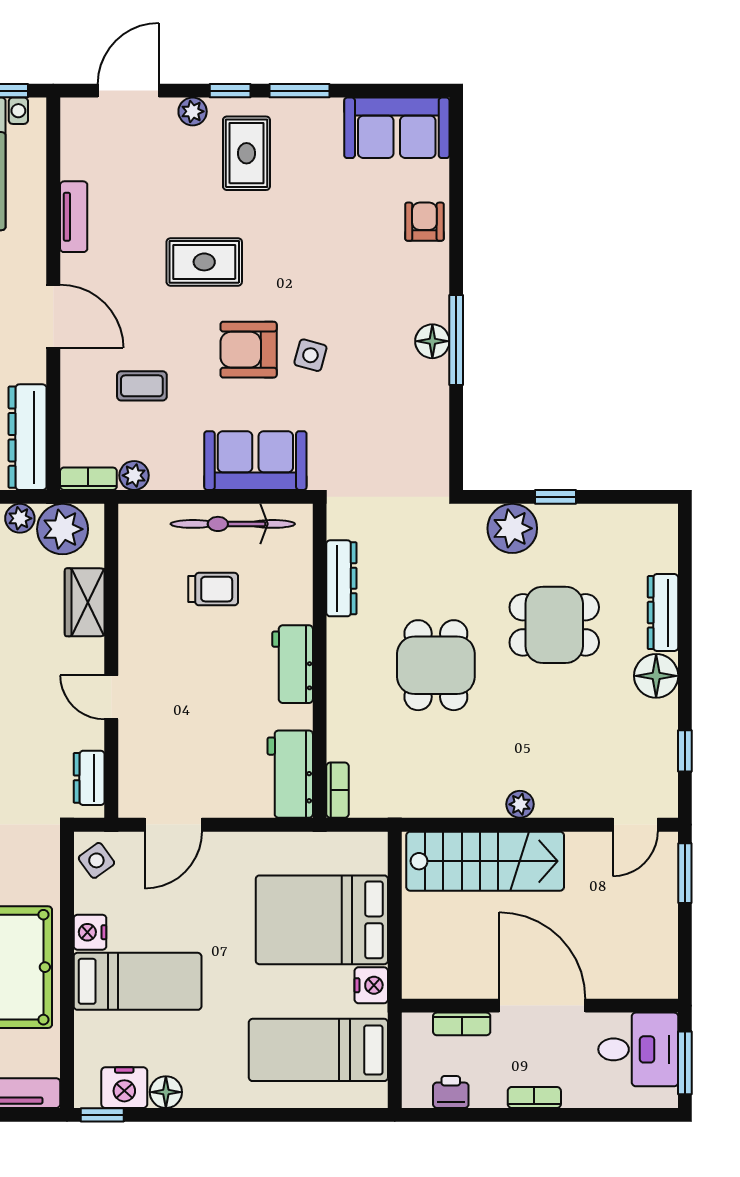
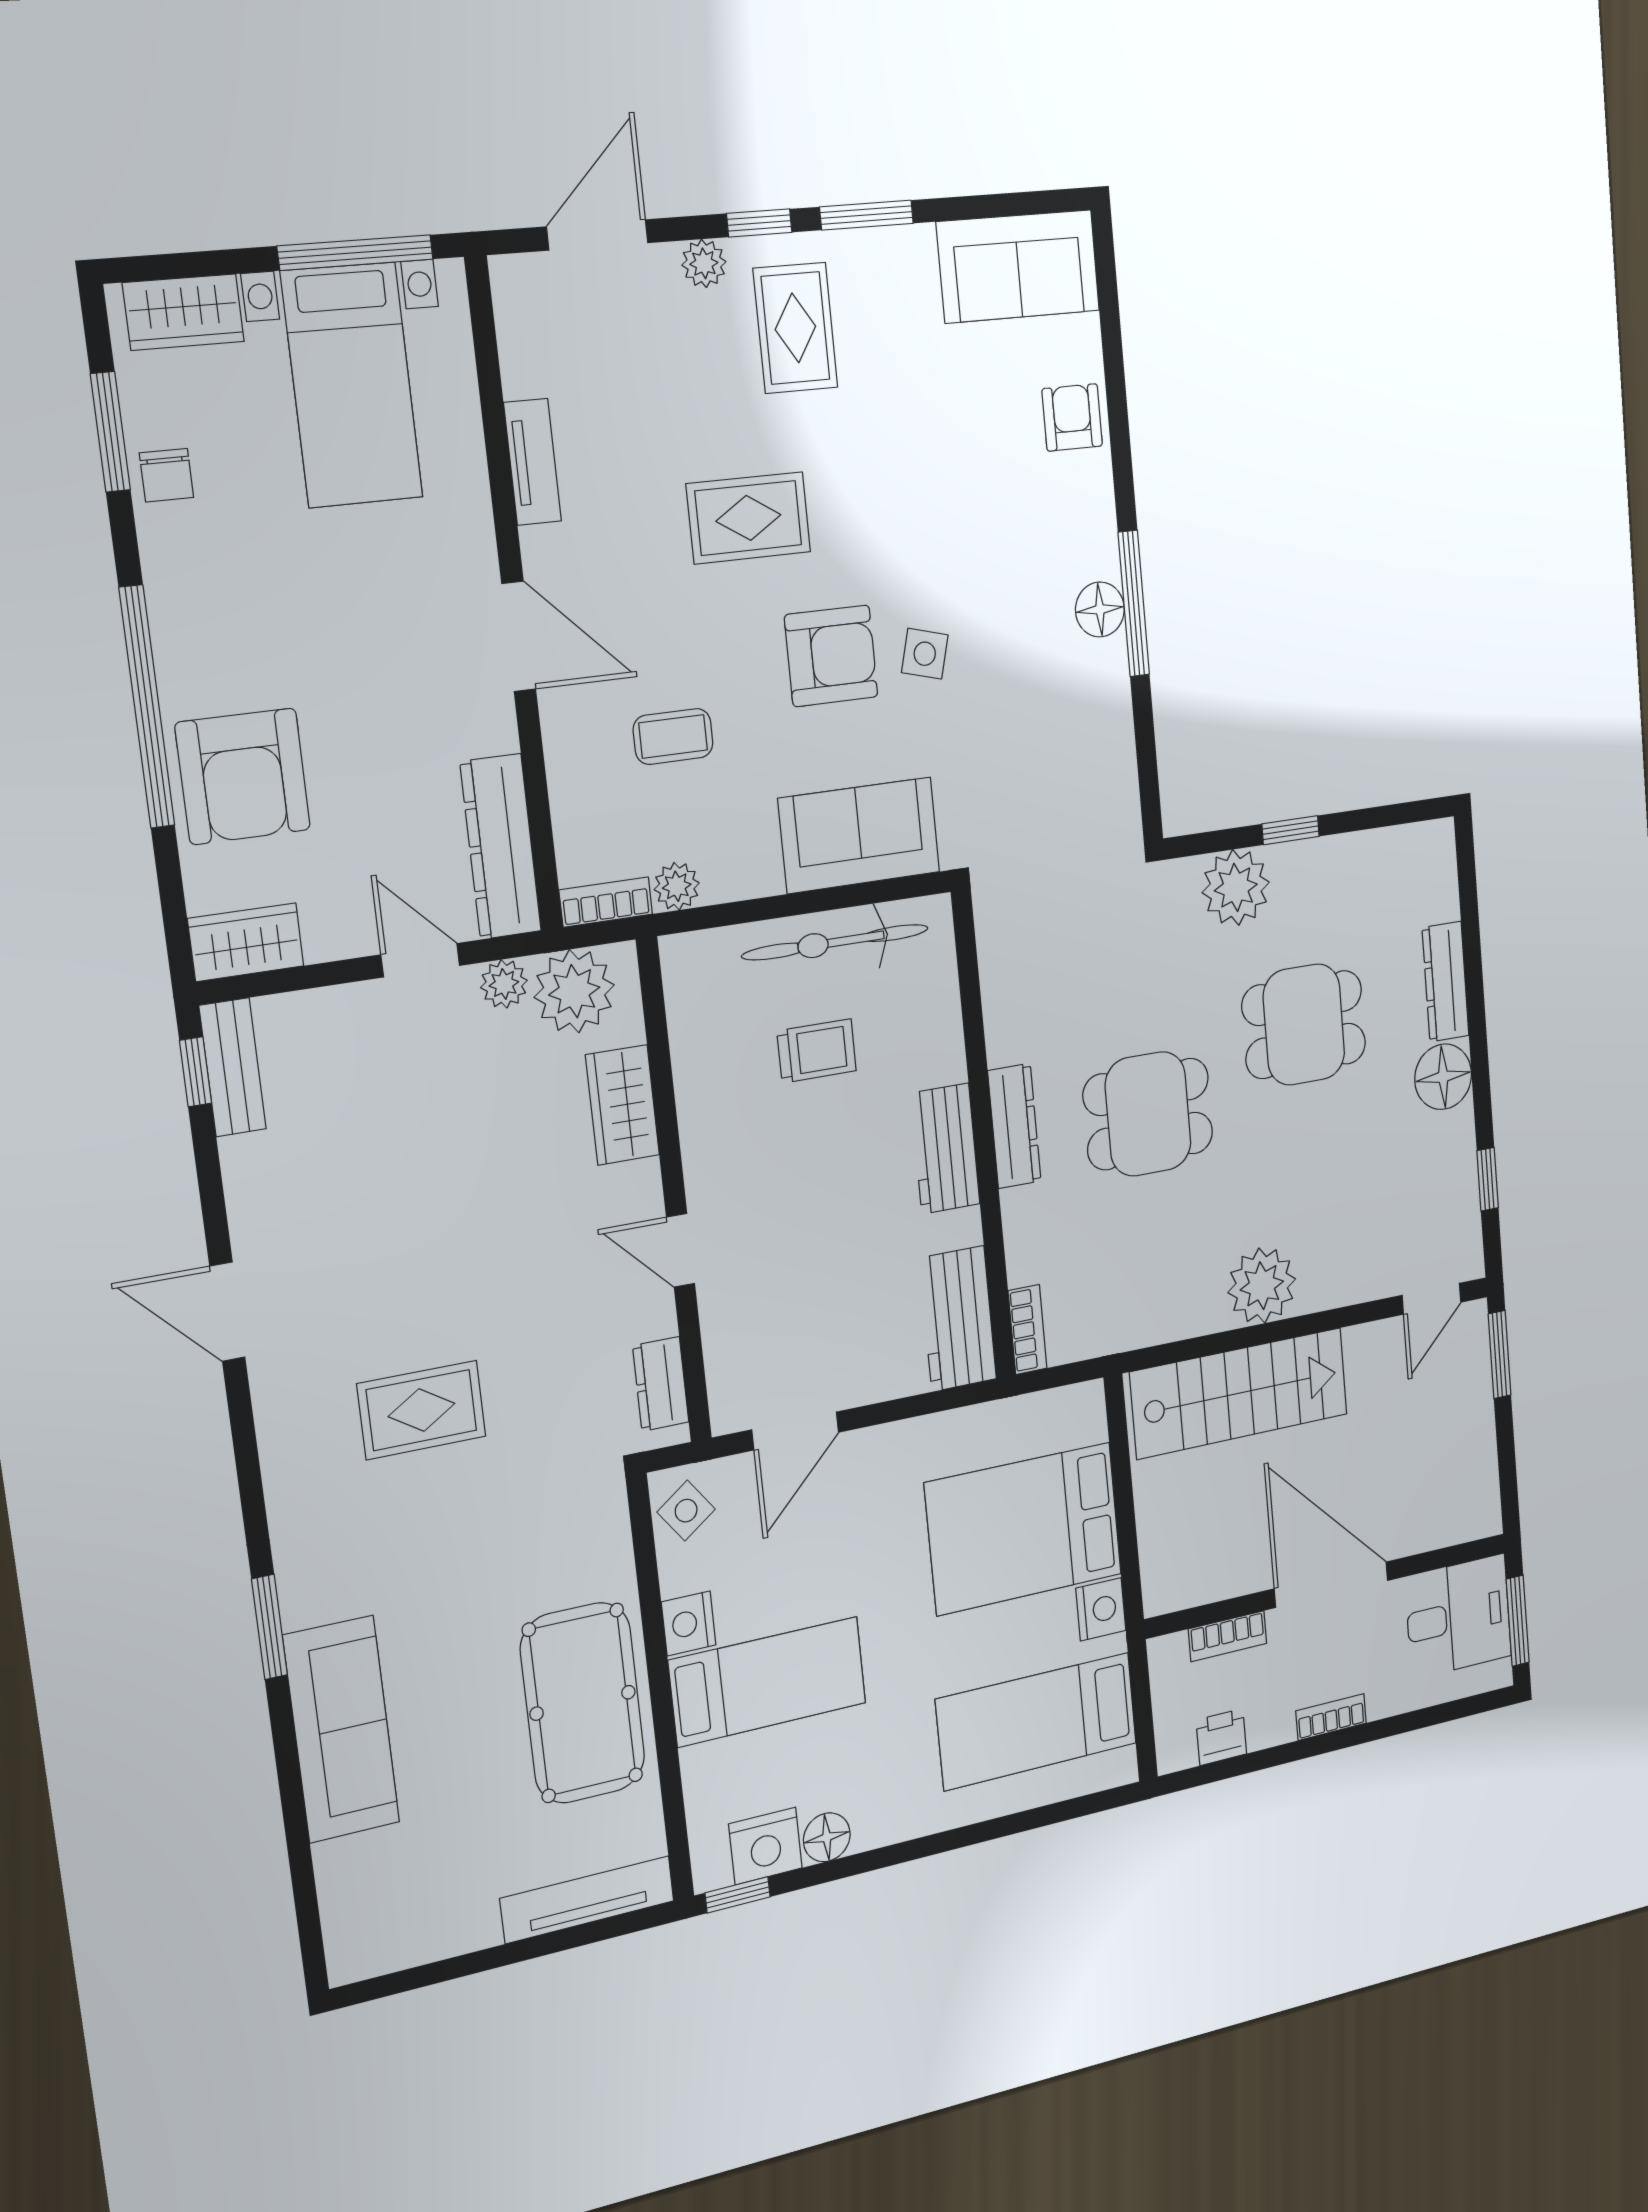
armchair: (249, 350) -> (831, 656), turned 180
dresser: (341, 578) -> (1014, 1126), moved
dining table: (436, 665) -> (1148, 1114), turned 90
plant: (520, 804) -> (1262, 1286), width x1.87, depth x1.87

